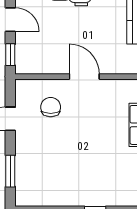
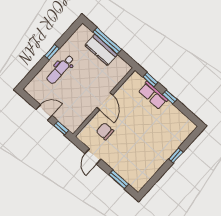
door: (84, 77) -> (105, 101), swing flipped

